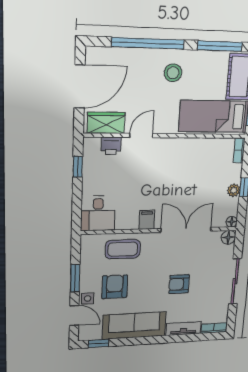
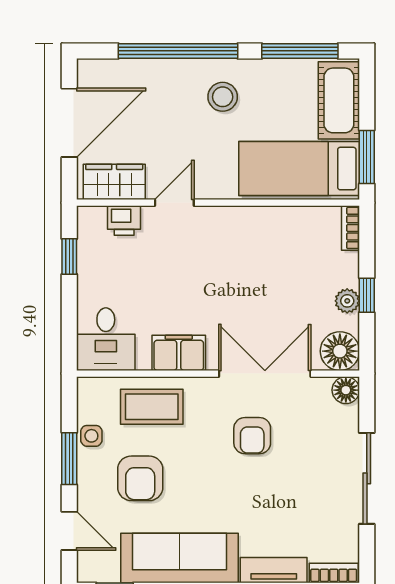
filing cabinet: (147, 220) -> (179, 353), width x2.00
floor lamp: (232, 222) -> (340, 351), width x1.89, depth x1.89
armchair: (179, 284) -> (252, 436), moved, turned -90
armchair: (115, 287) -> (140, 478), turned 180
side table: (88, 298) -> (91, 436), moved

